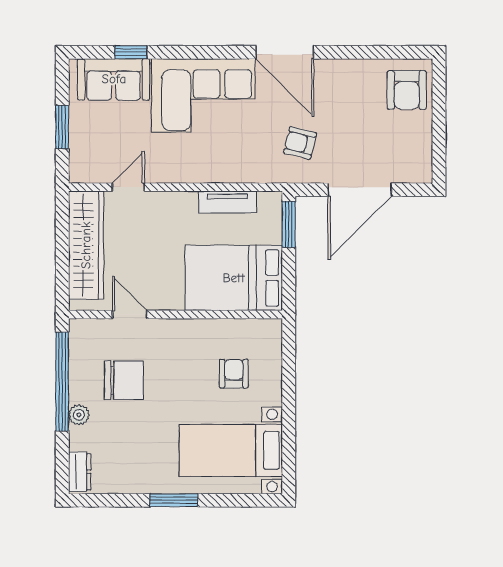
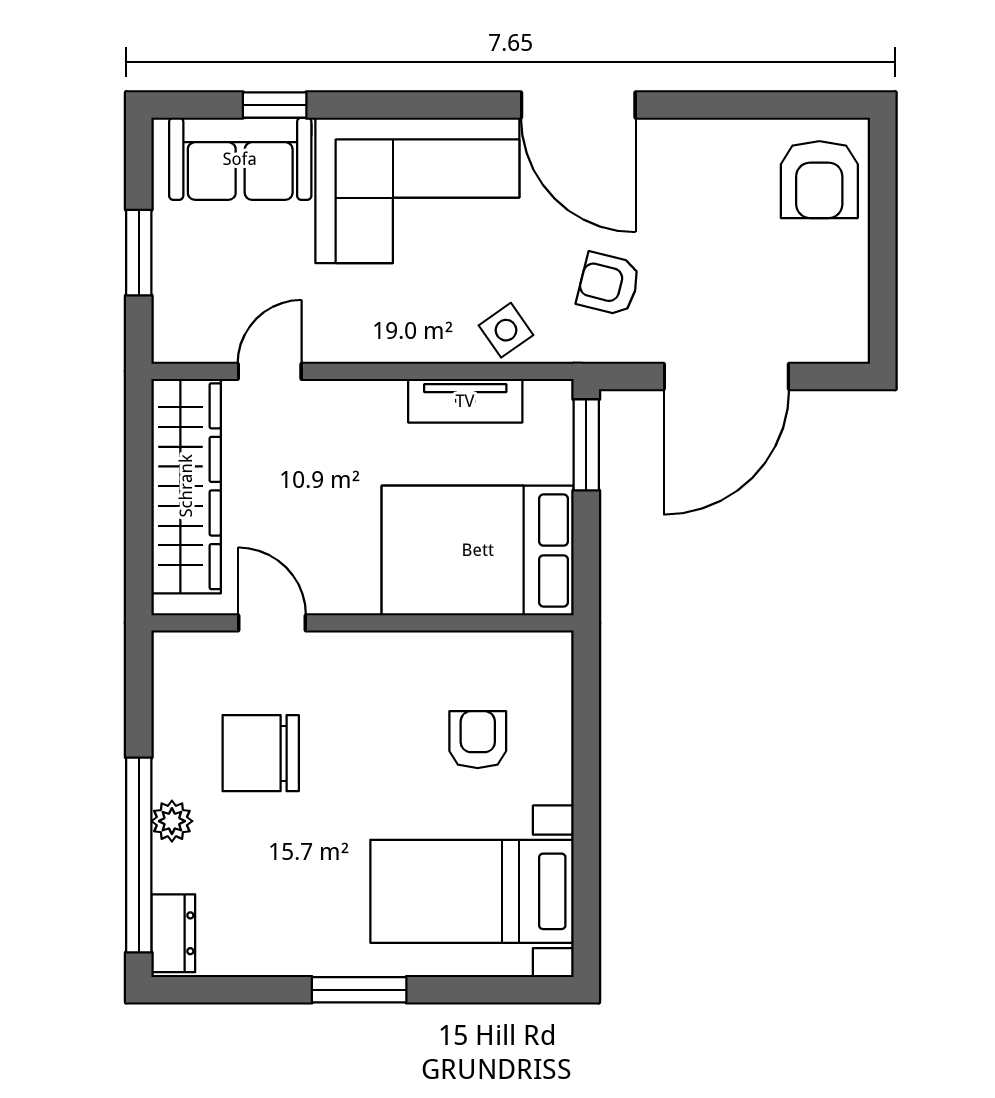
side table: (248, 166) -> (506, 330), added
chair: (124, 380) -> (261, 753), turned 180
window: (62, 382) -> (139, 855), moved

